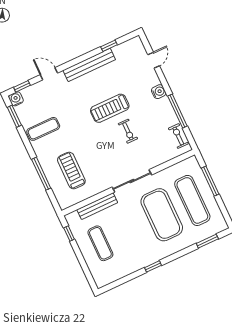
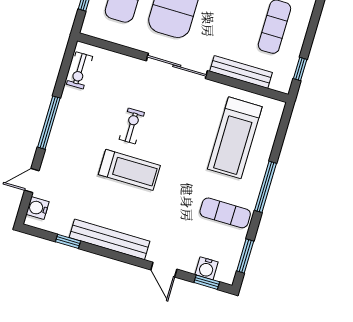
water cooler: (159, 92) -> (38, 208), moved
water cooler: (16, 99) -> (207, 268), moved
window: (177, 111) -> (49, 123), moved
treadmill: (71, 171) -> (235, 138), width x1.37, depth x1.38
window: (41, 174) -> (265, 187), moved

